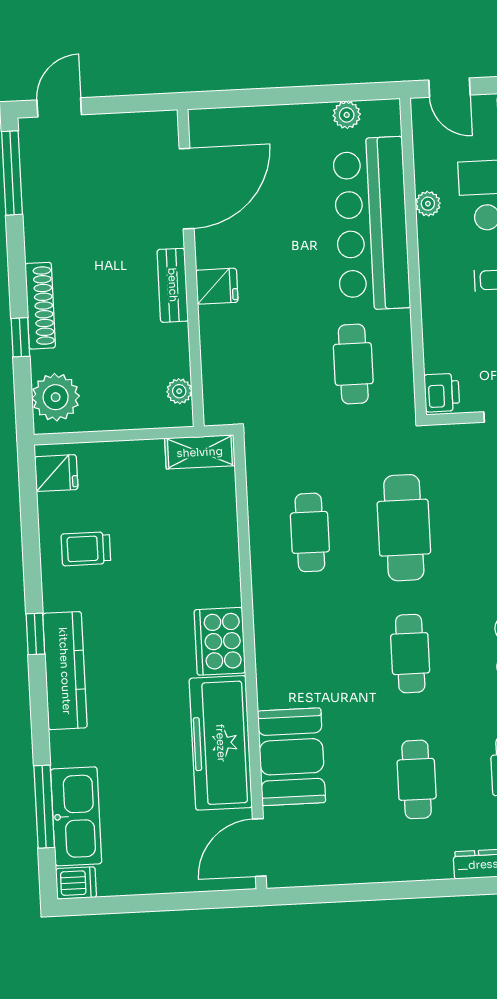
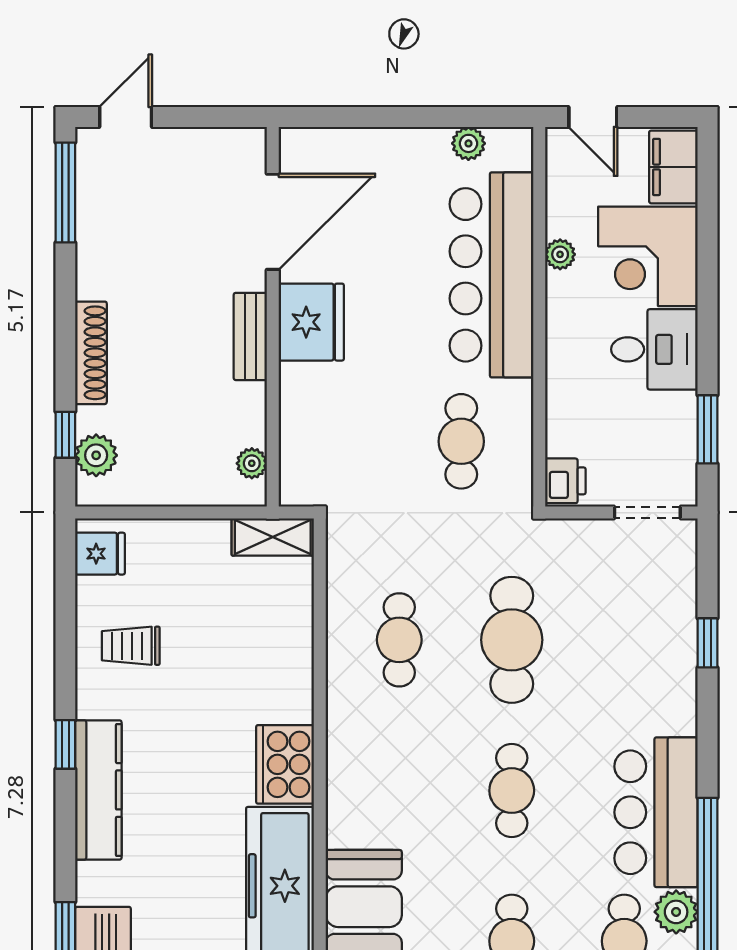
fridge: (217, 286) -> (311, 322), width x1.88, depth x1.34
window: (20, 337) -> (65, 435), moved
plant: (56, 397) -> (96, 455), width x0.73, depth x0.73

